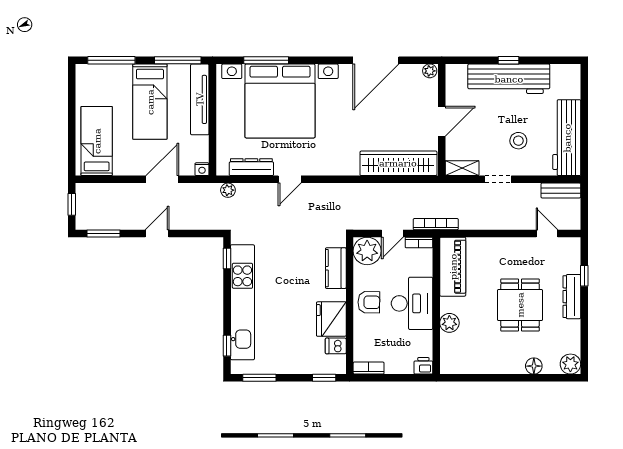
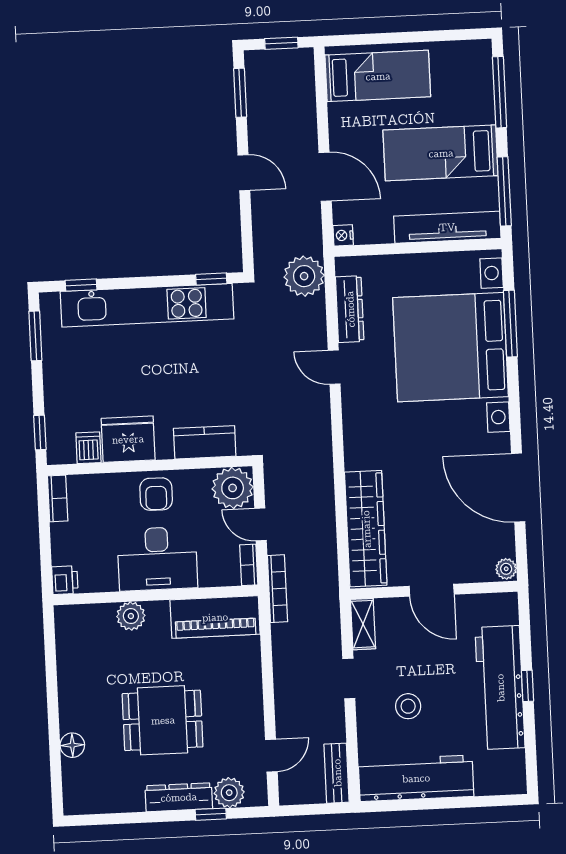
plant: (228, 190) -> (304, 276), width x1.87, depth x1.87
plant: (570, 364) -> (229, 793), moved

